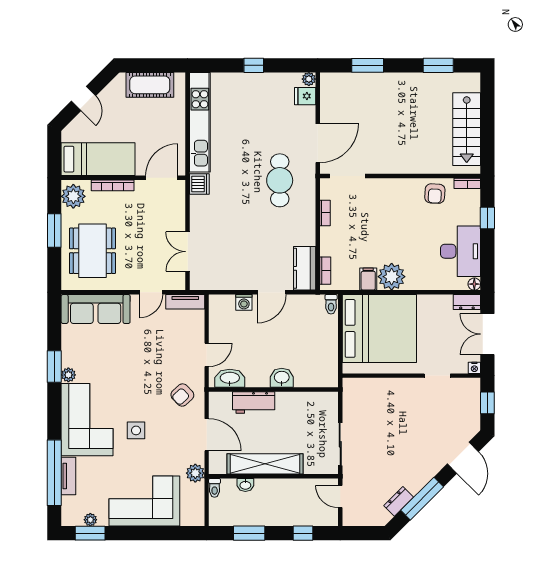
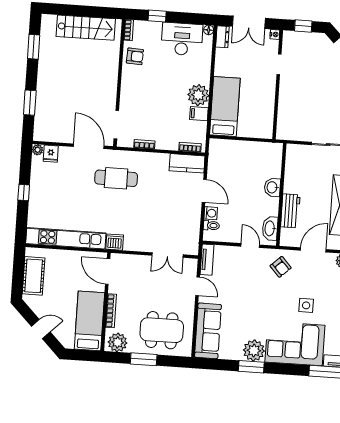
toilet: (331, 304) -> (211, 225), moved
bed: (379, 328) -> (225, 107), width x0.49
plant: (68, 375) -> (254, 351), width x1.88, depth x1.88

